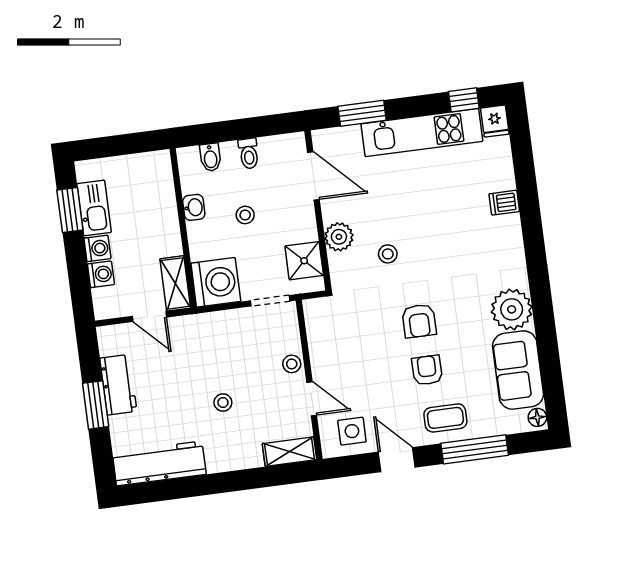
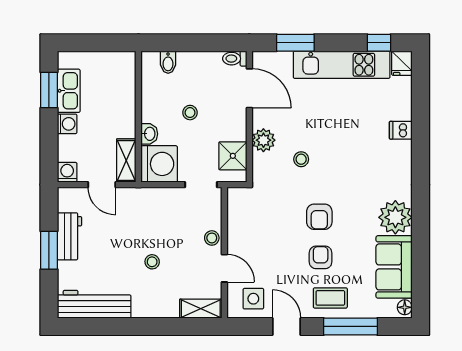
toilet: (249, 154) -> (235, 59), moved, turned 90
washbasin: (194, 207) -> (149, 134), moved
washing machine: (101, 274) -> (67, 172), moved, turned -90

